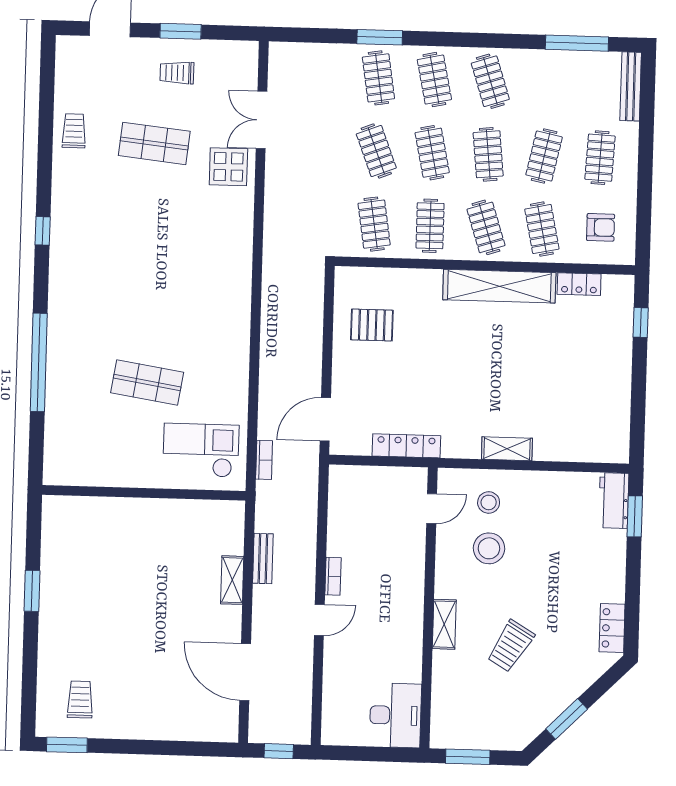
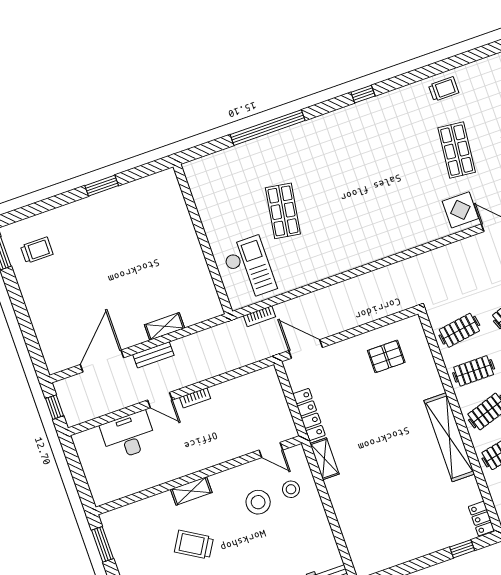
locker: (579, 284) -> (481, 519), moved
pallet: (372, 325) -> (386, 356), turned 90
shelving: (507, 449) -> (324, 459), moved
bench: (263, 559) -> (153, 355), moved
desk: (395, 715) -> (128, 436), moved, turned 180

